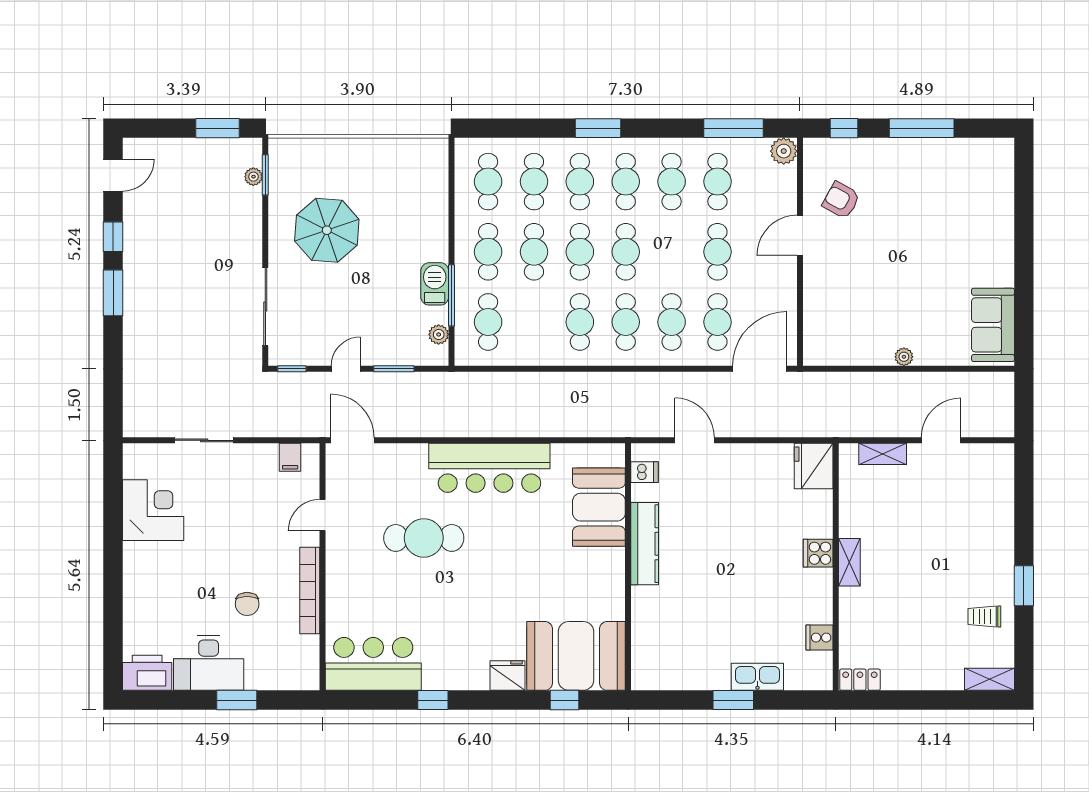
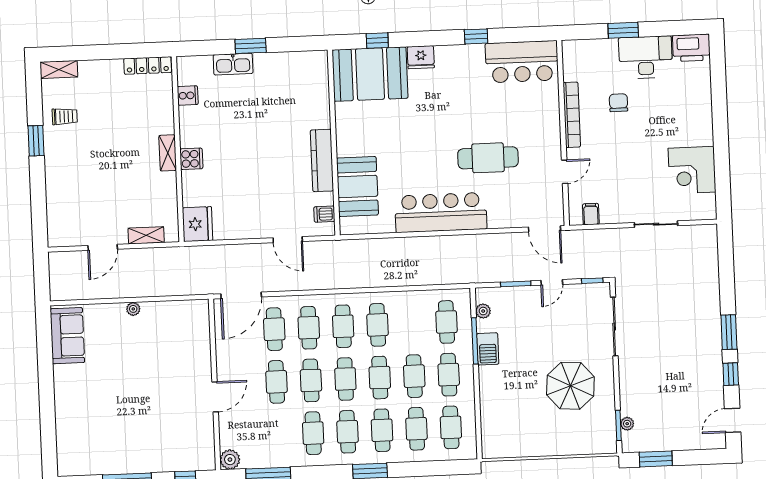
cafe table: (717, 182) -> (311, 380), moved
armchair: (841, 200) -> (185, 425), removed
locker: (860, 680) -> (148, 65), width x1.53

